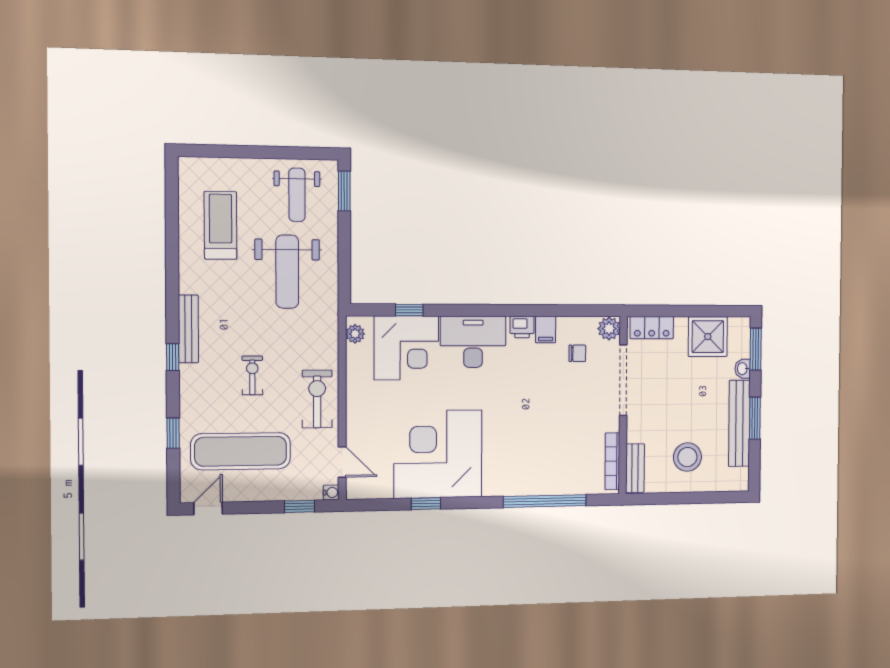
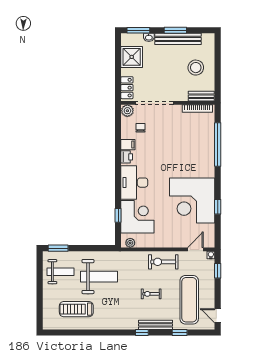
bench: (188, 329) -> (155, 325), moved

